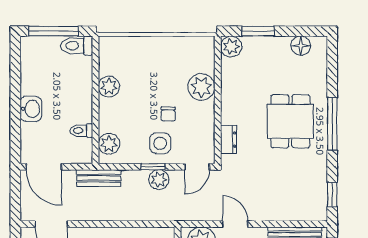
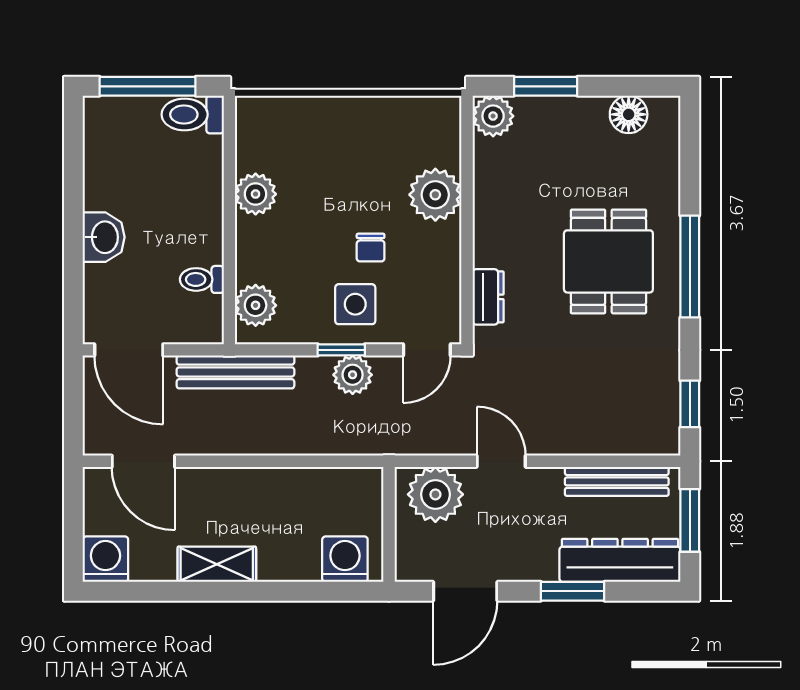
bench: (99, 178) -> (235, 372), width x1.36

